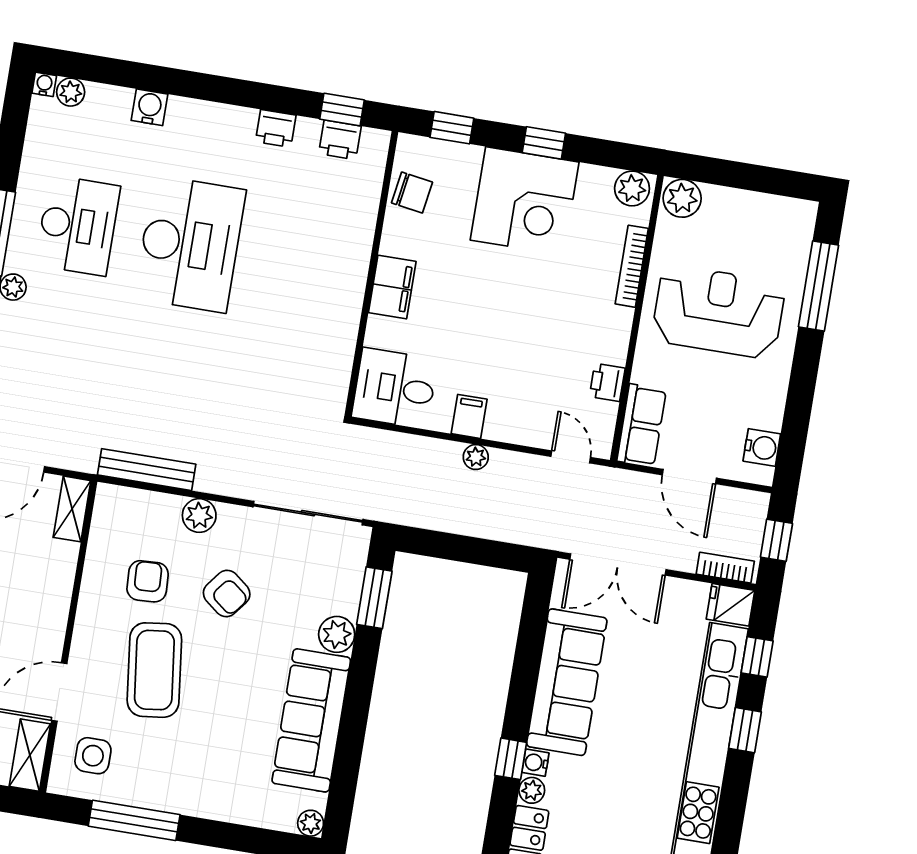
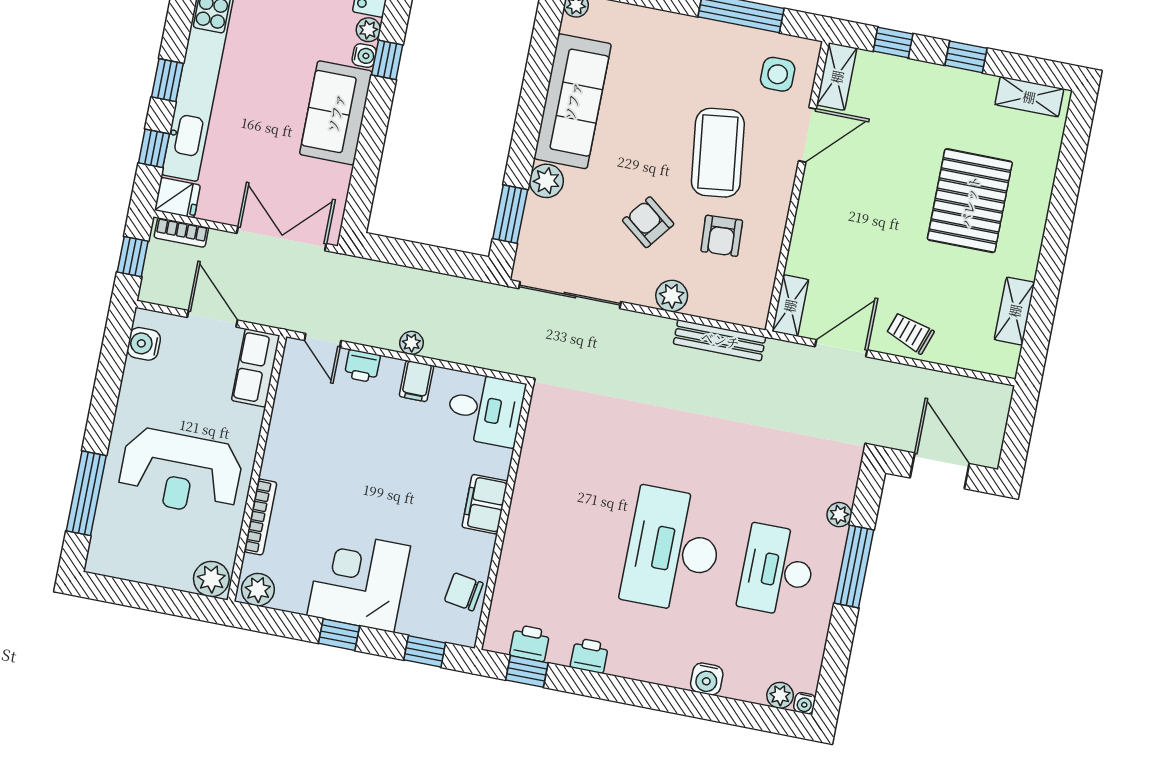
printer: (607, 382) -> (362, 366), moved, turned 90
sofa: (567, 682) -> (336, 113), width x0.73

